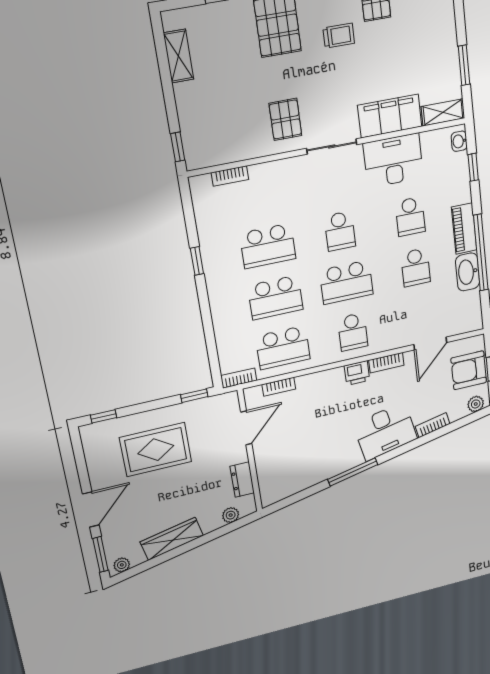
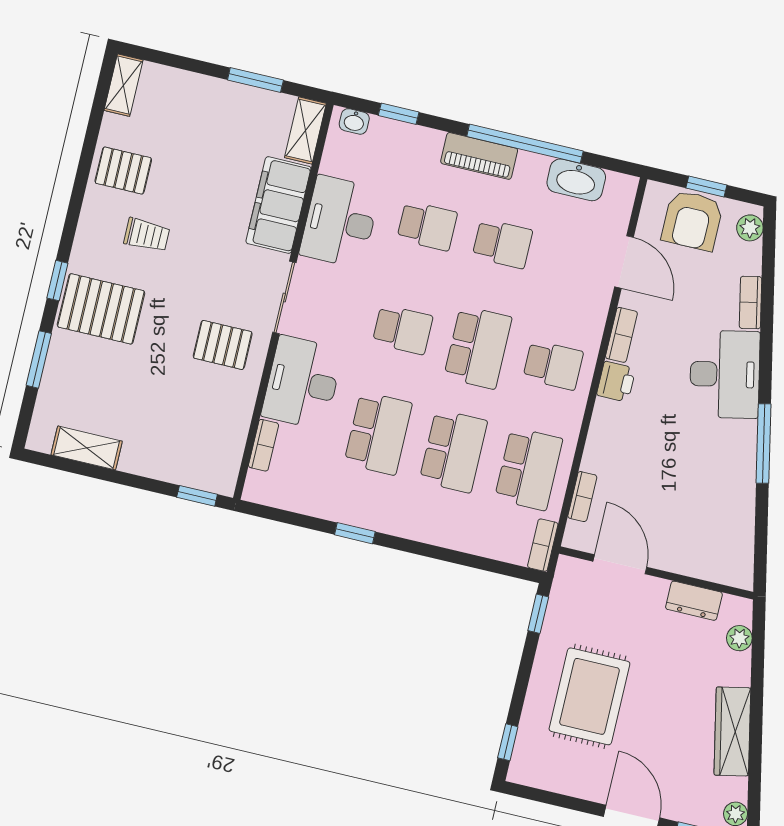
trolley: (339, 36) -> (147, 235), turned 90
desk: (281, 183) -> (302, 383), added
washbasin: (468, 272) -> (576, 180), moved

